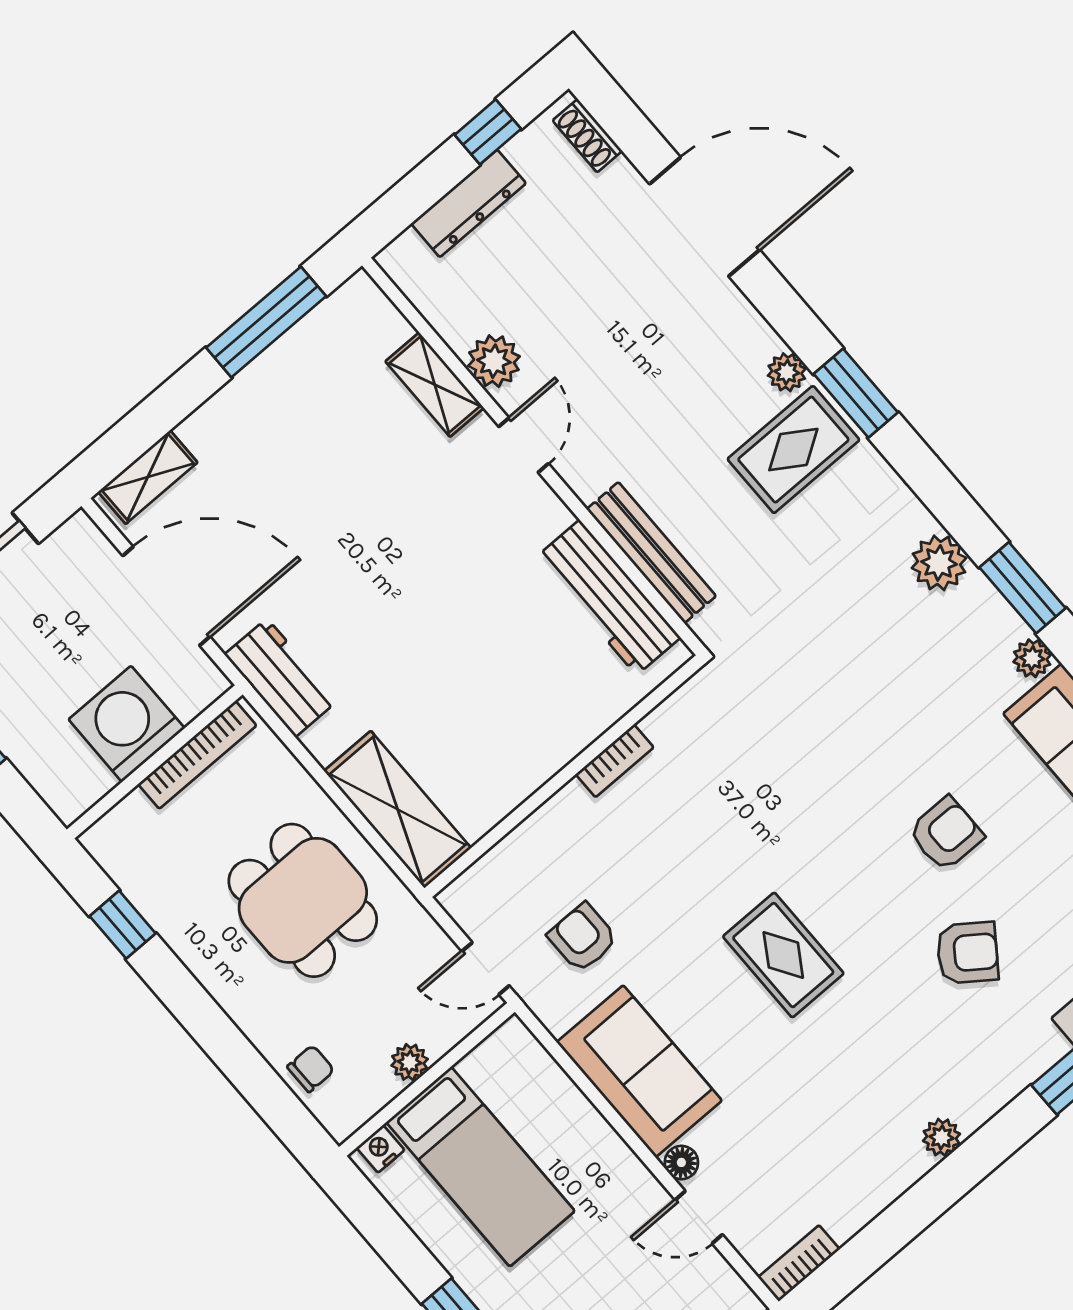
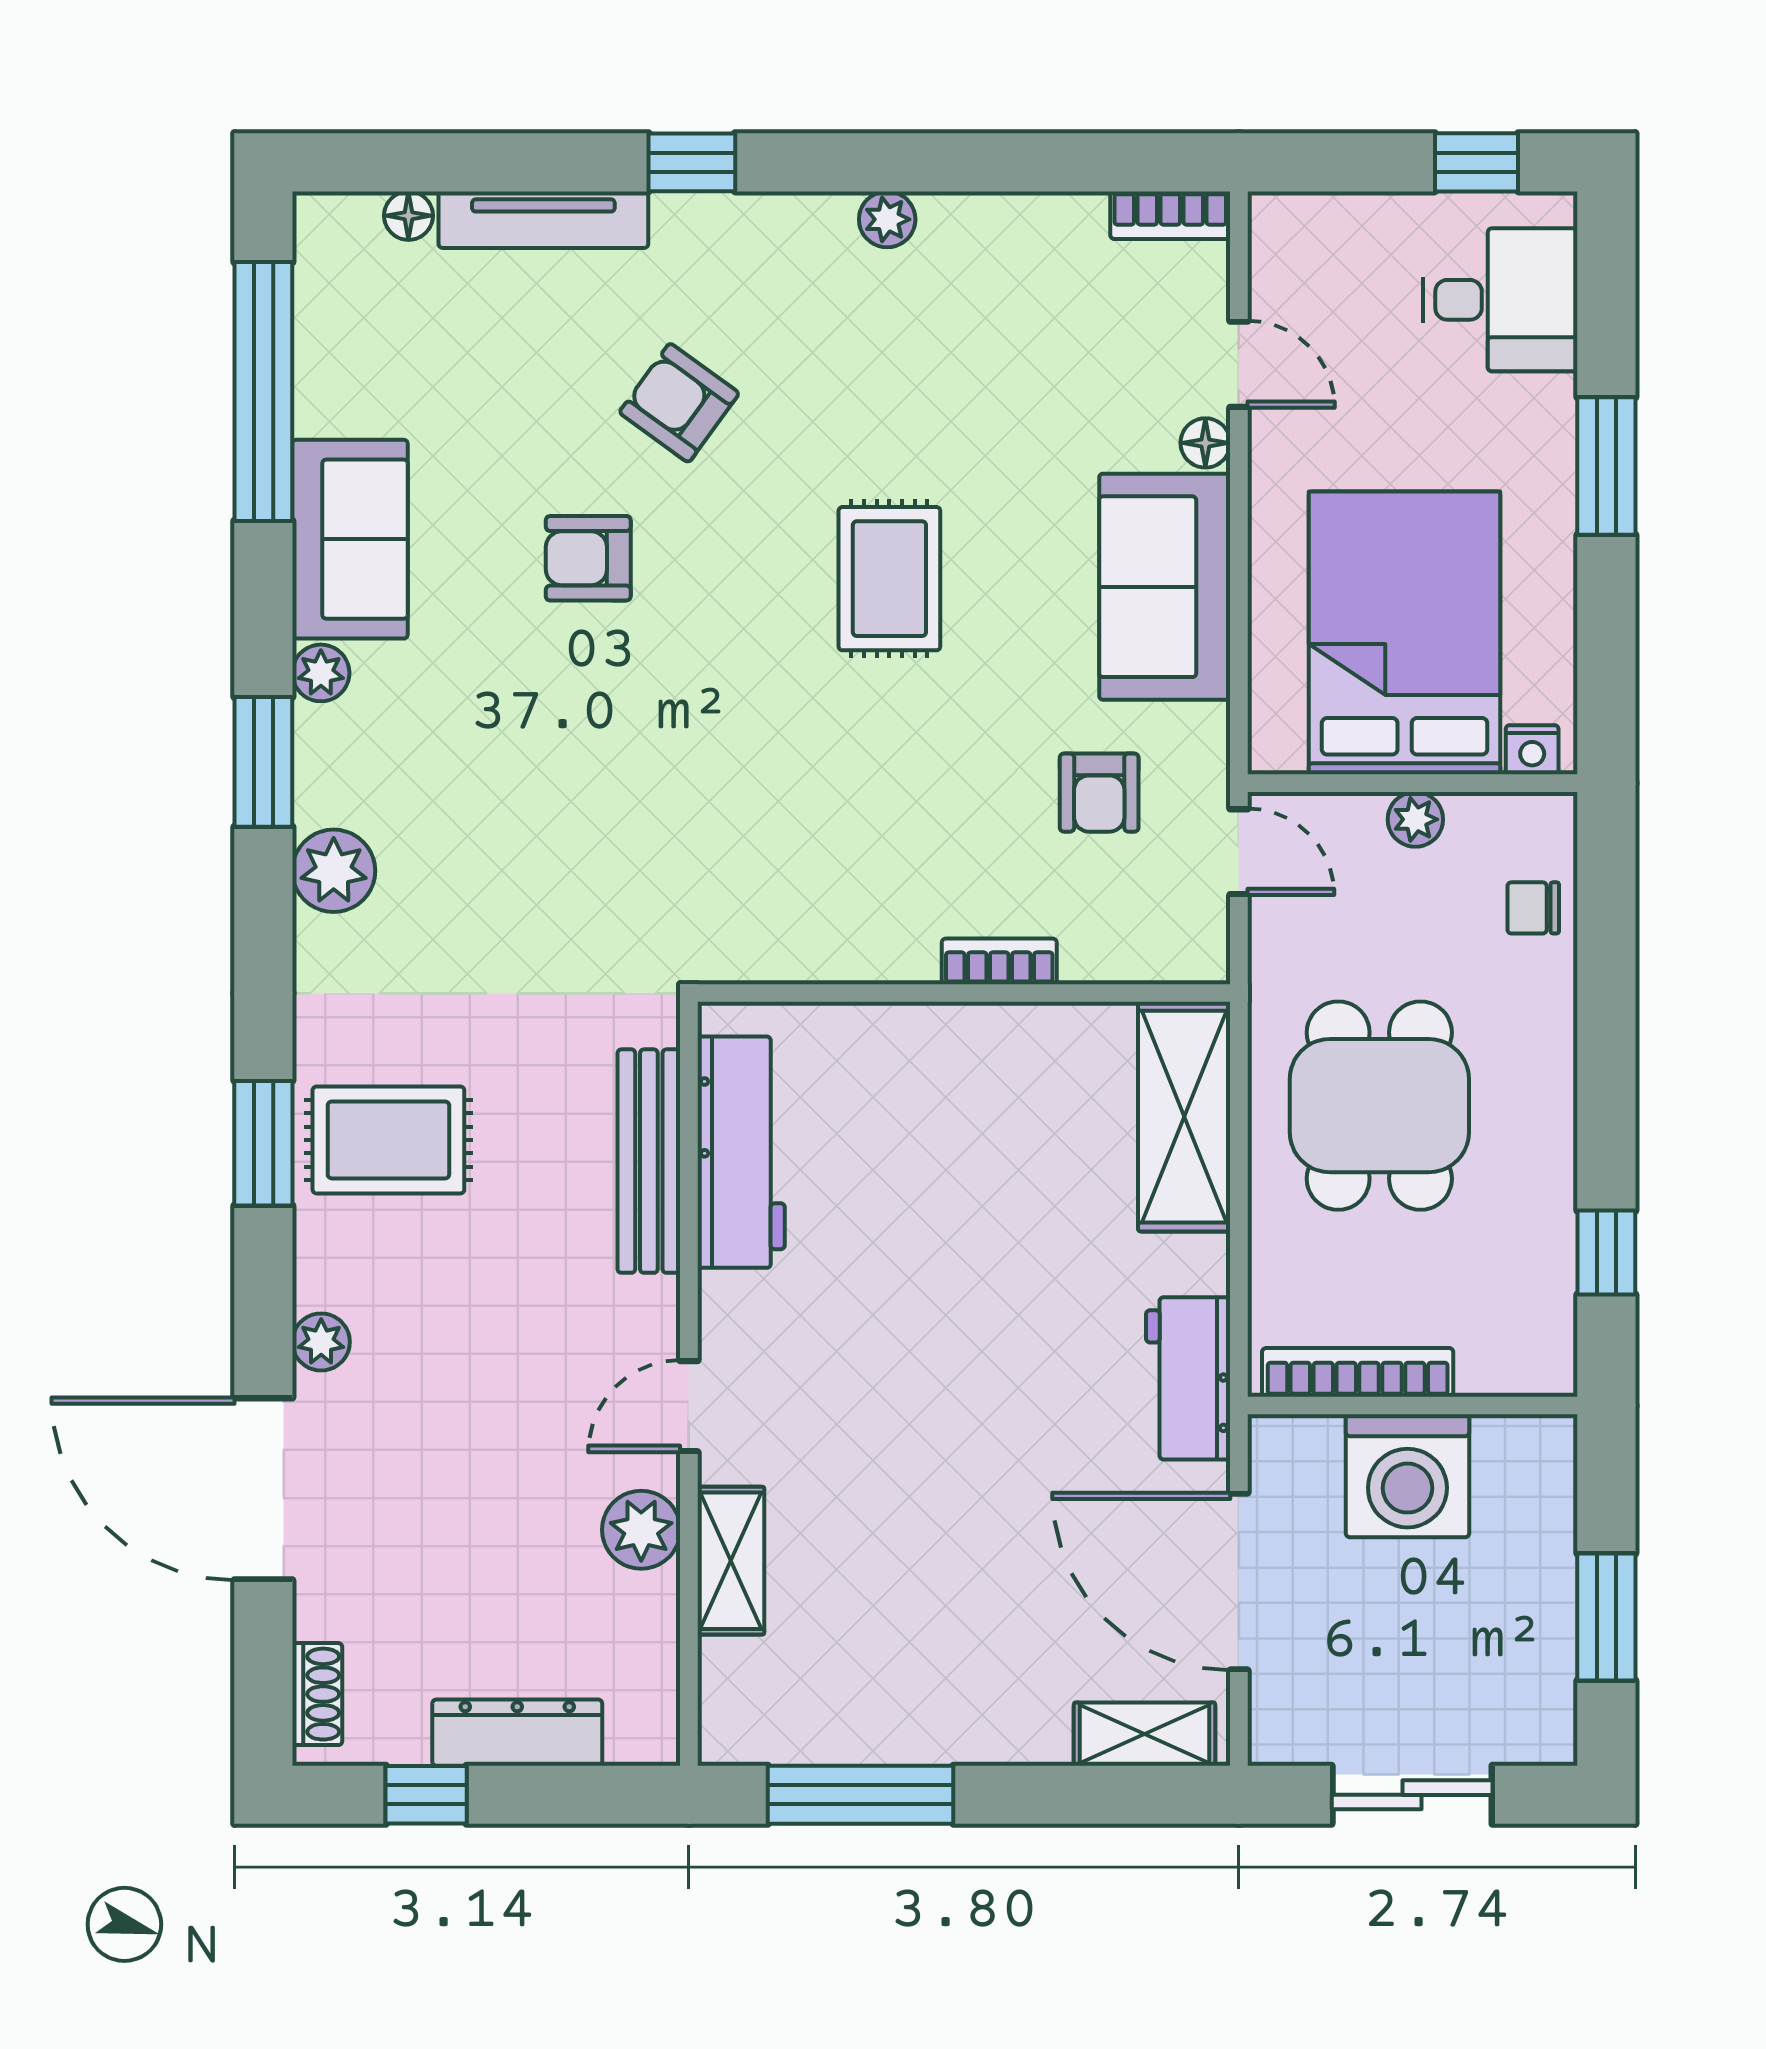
plant: (787, 372) -> (321, 1342), moved
bookcase: (615, 761) -> (999, 961), moved
bed: (480, 1167) -> (1405, 633), width x1.50

